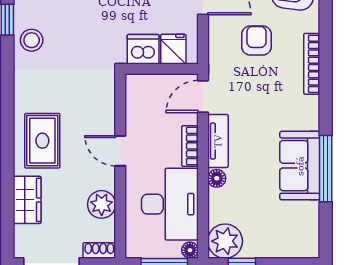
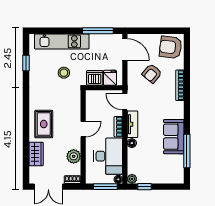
stool: (32, 40) -> (64, 73), moved
armchair: (256, 40) -> (152, 73), turned -140
door: (203, 96) -> (125, 102), hinge flipped
door: (120, 151) -> (83, 129), swing flipped
window: (326, 169) -> (187, 151), moved
plant: (225, 241) -> (132, 179), width x0.53, depth x0.53

